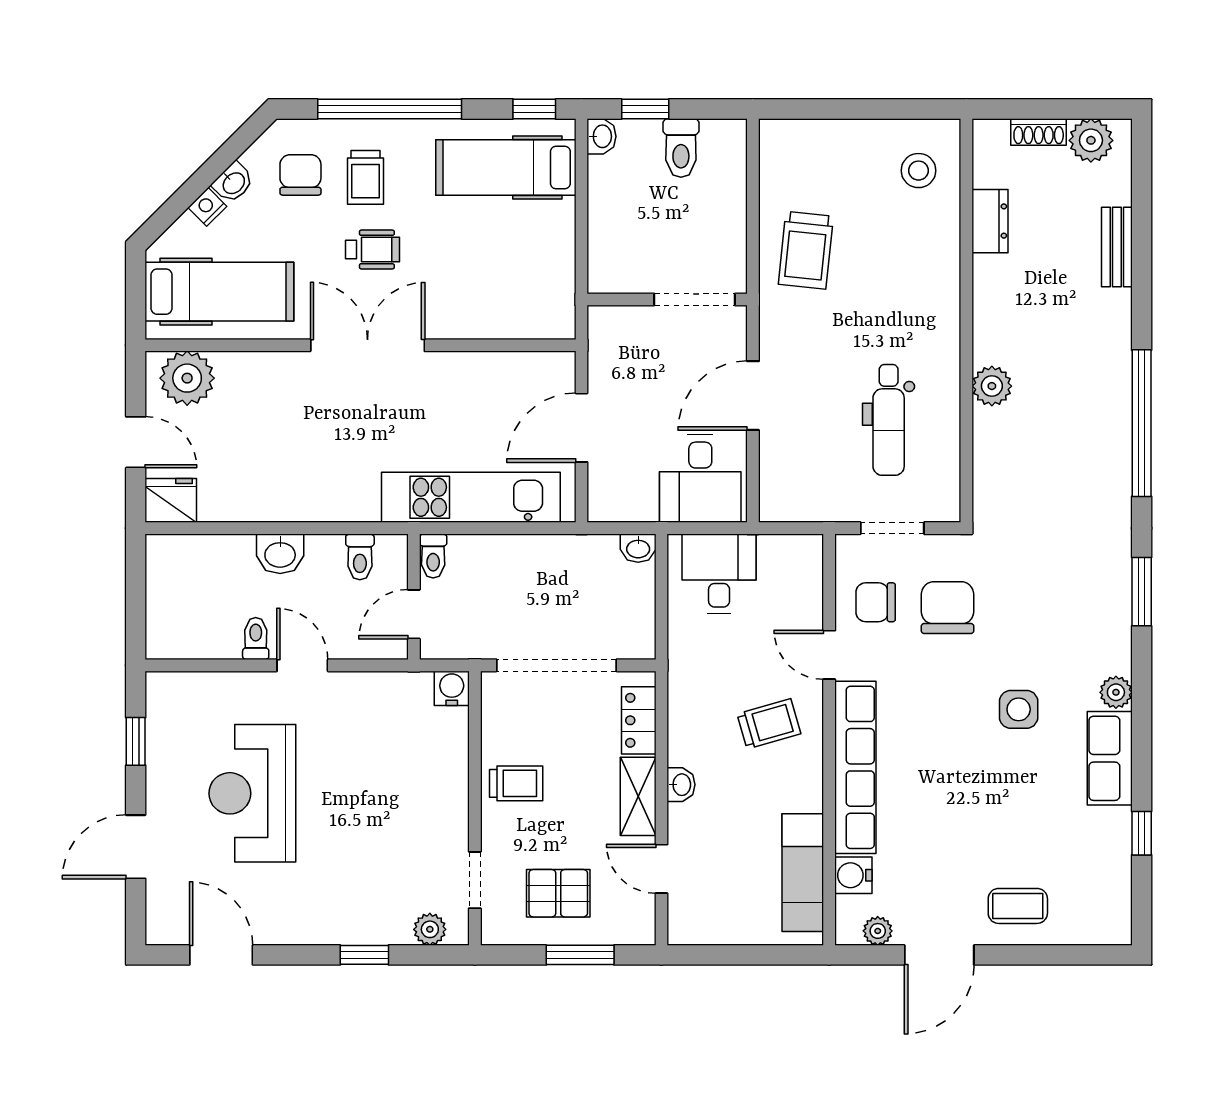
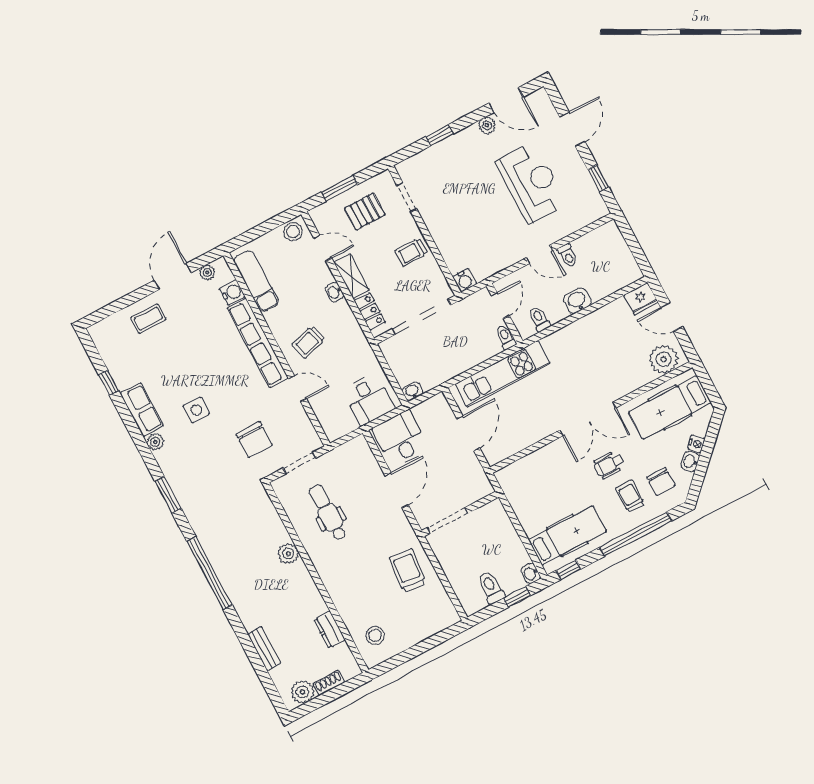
chair: (876, 602) -> (289, 425), removed
stool: (697, 923) -> (293, 232), added
plant: (430, 929) -> (487, 125), moved

